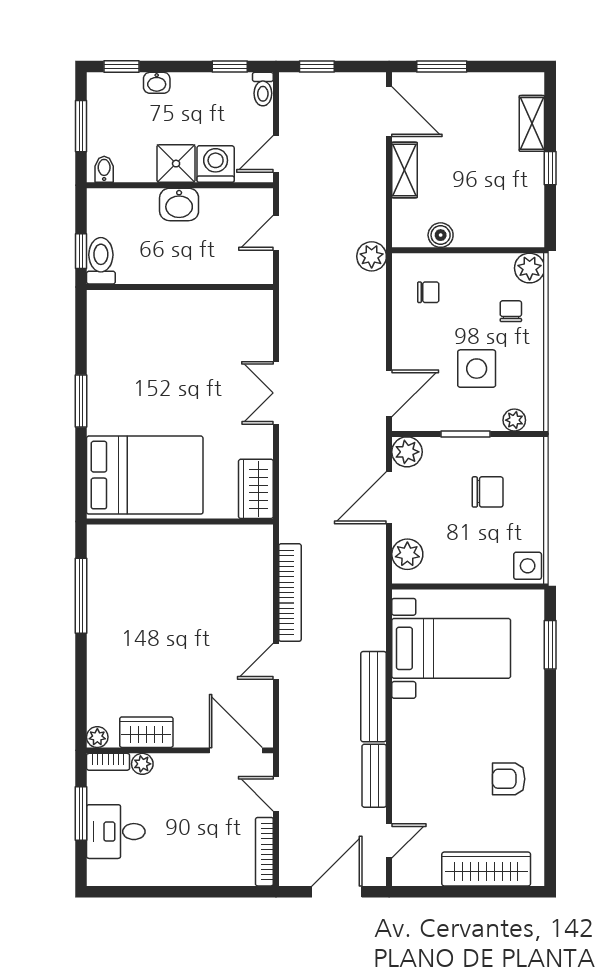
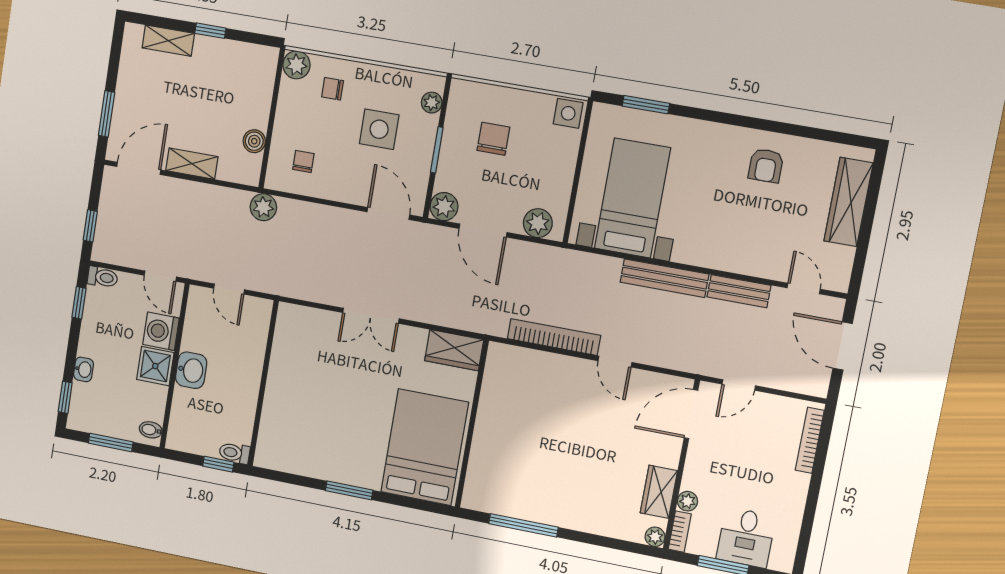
toilet: (101, 261) -> (234, 453), width x0.73, depth x0.72
bookcase: (264, 852) -> (810, 440), moved, turned 90

